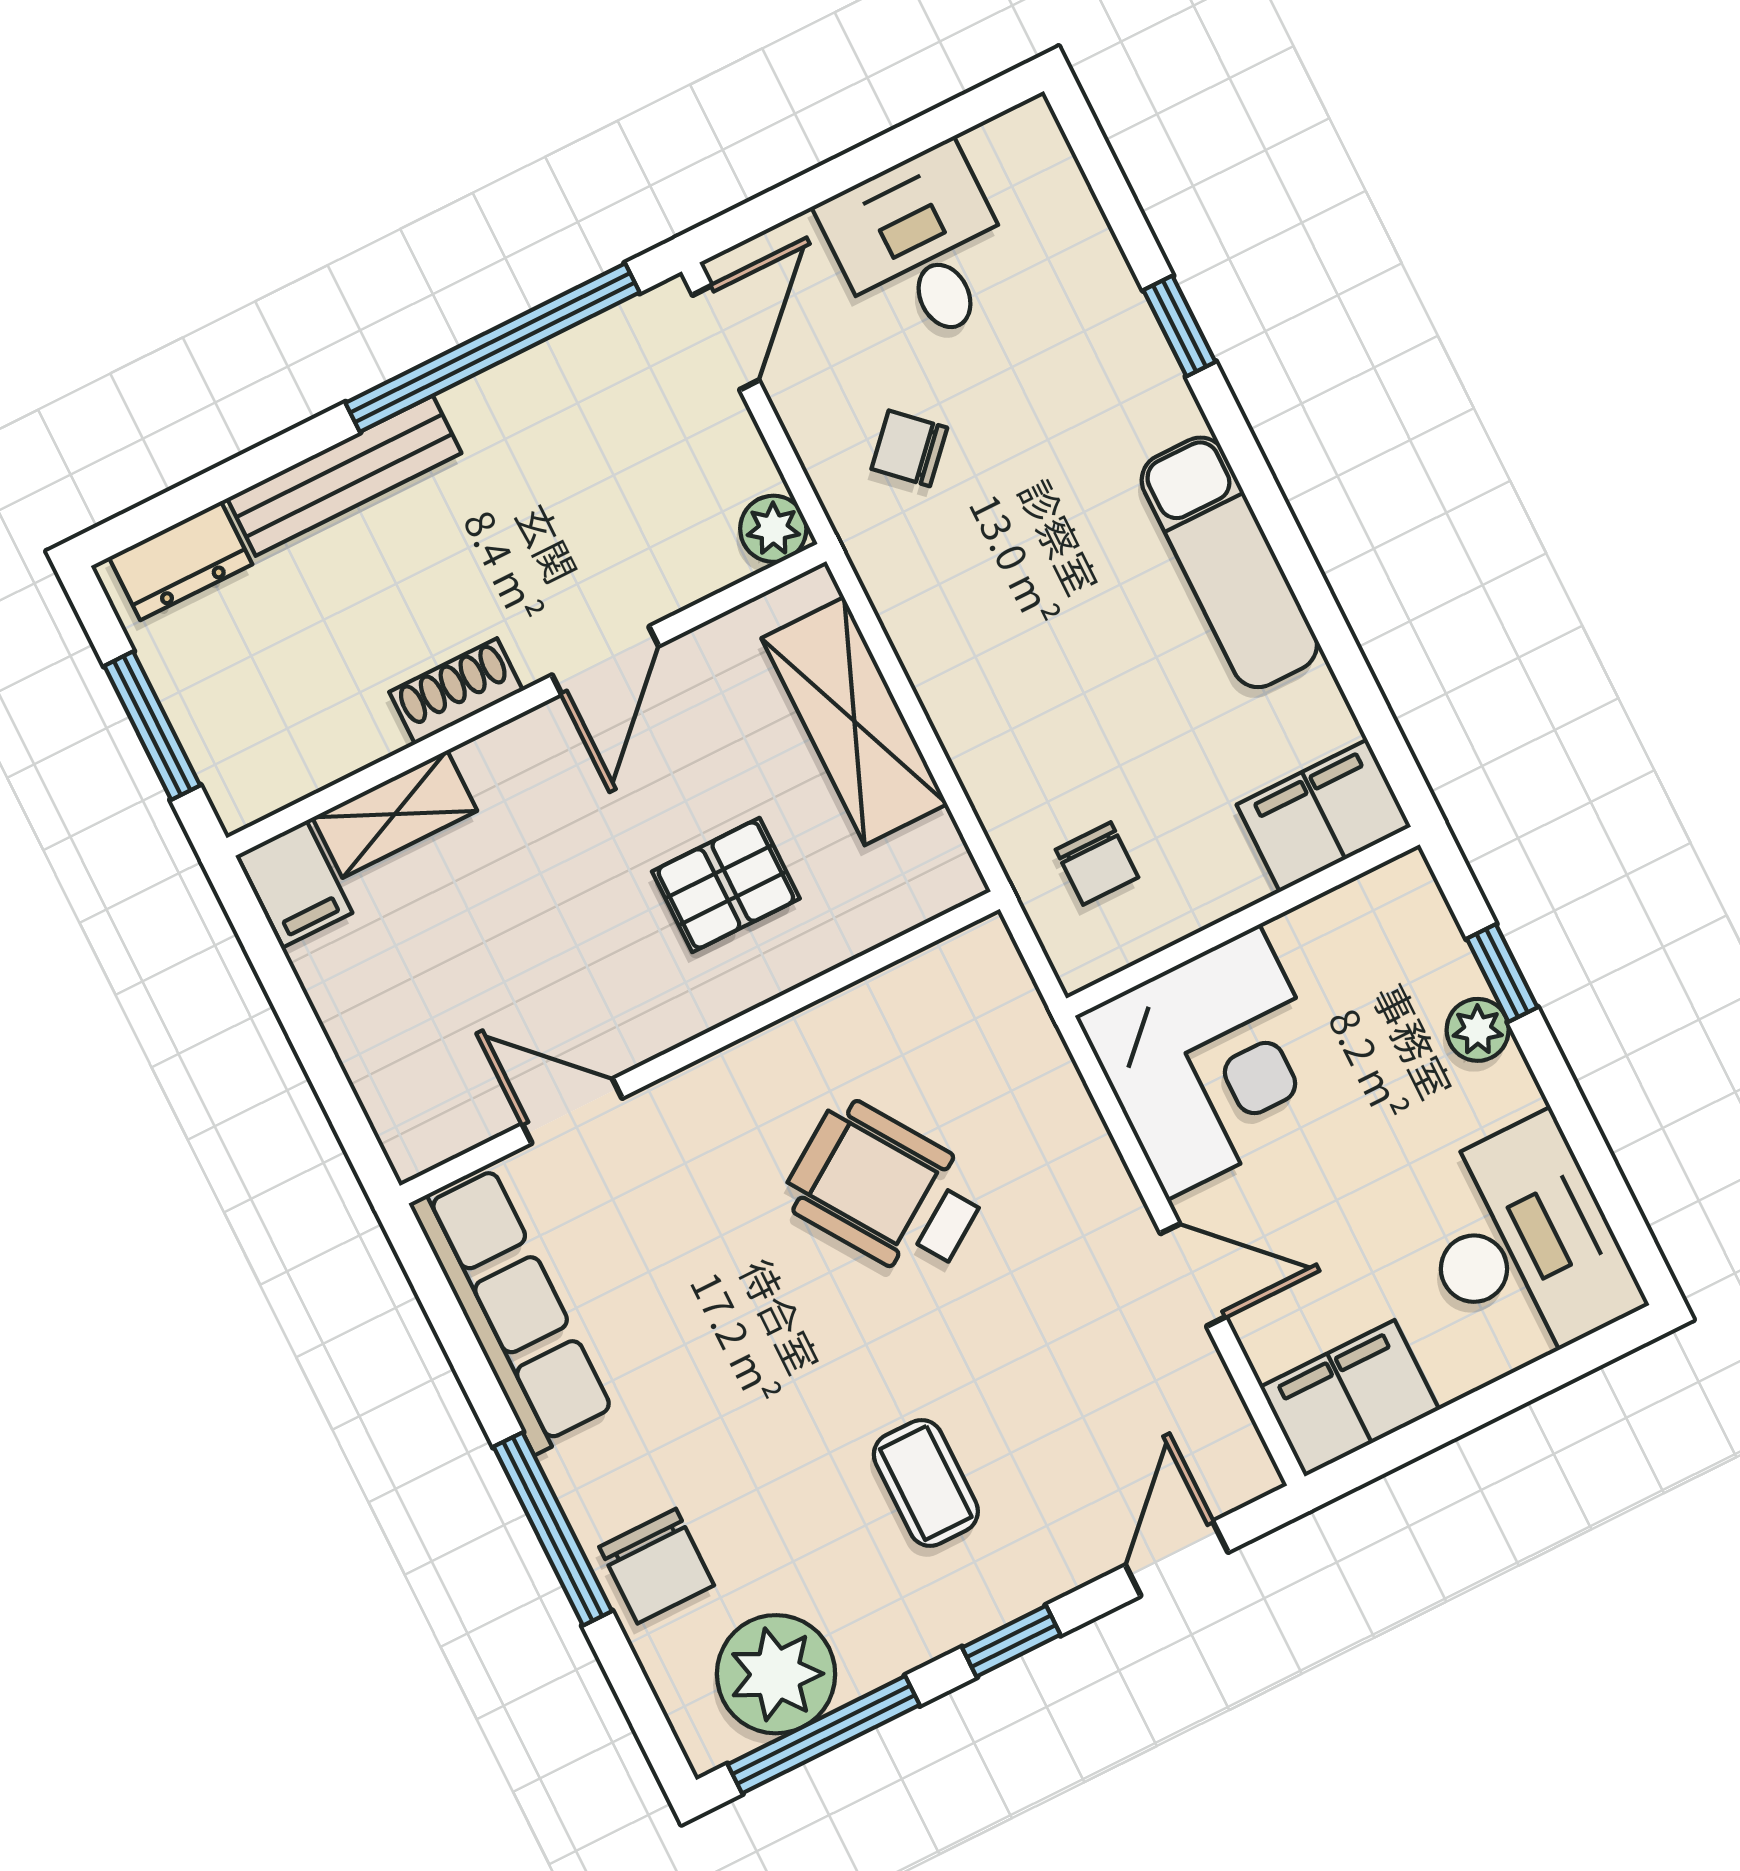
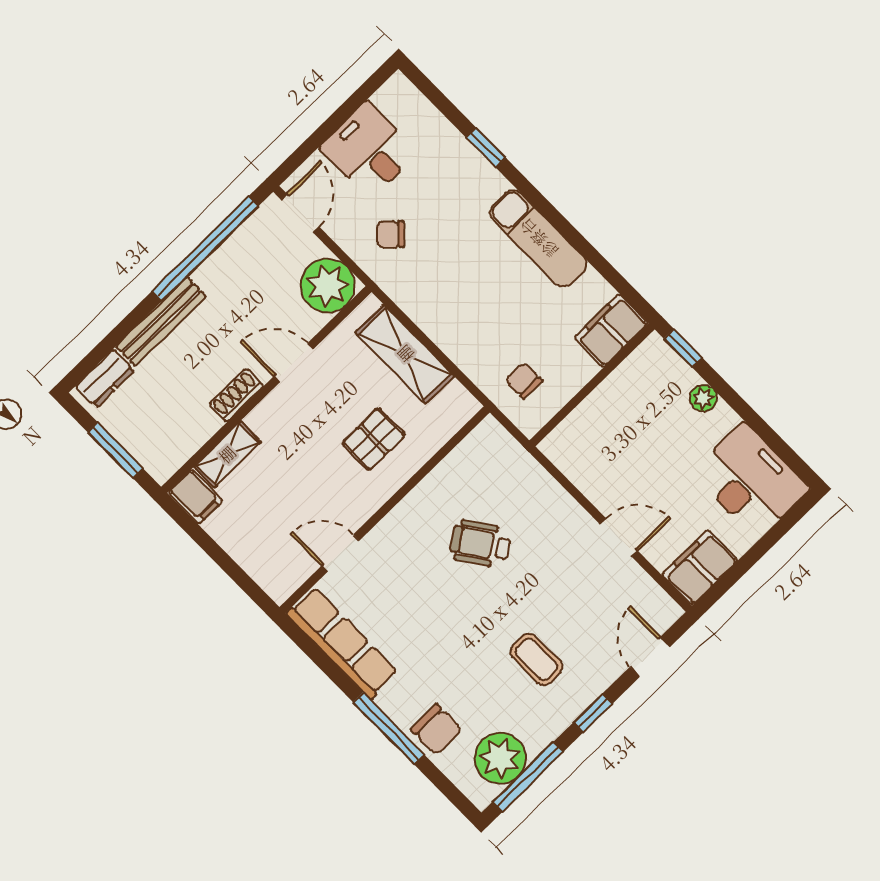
plant: (773, 529) -> (328, 286), width x1.87, depth x1.87
door: (605, 660) -> (294, 363), swing flipped
chair: (1097, 863) -> (524, 381), turned 180
window: (1502, 973) -> (683, 348), moved
corner desk: (1213, 1062) -> (598, 447), removed
wheelchair: (886, 1191) -> (481, 544), width x0.73, depth x0.73

